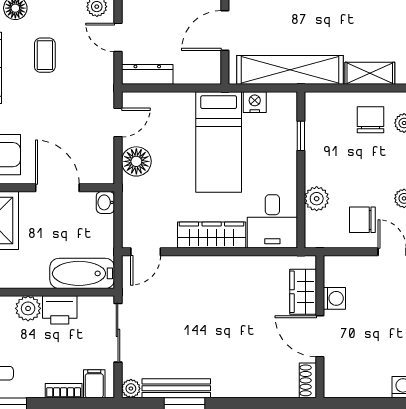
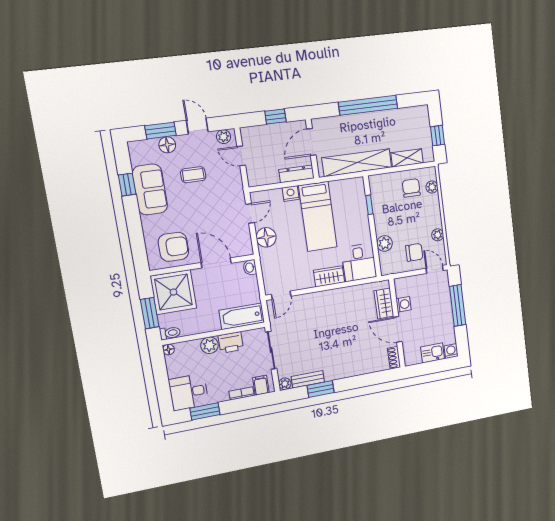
coffee table: (45, 55) -> (193, 175), turned 90
dresser: (147, 74) -> (297, 174), moved
nightstand: (255, 102) -> (291, 194), moved
chair: (362, 220) -> (414, 252), turned 180
wardrobe: (212, 235) -> (329, 276), width x0.67
kitchen sink: (372, 384) -> (433, 353), added
bench: (176, 388) -> (308, 379), width x0.73

